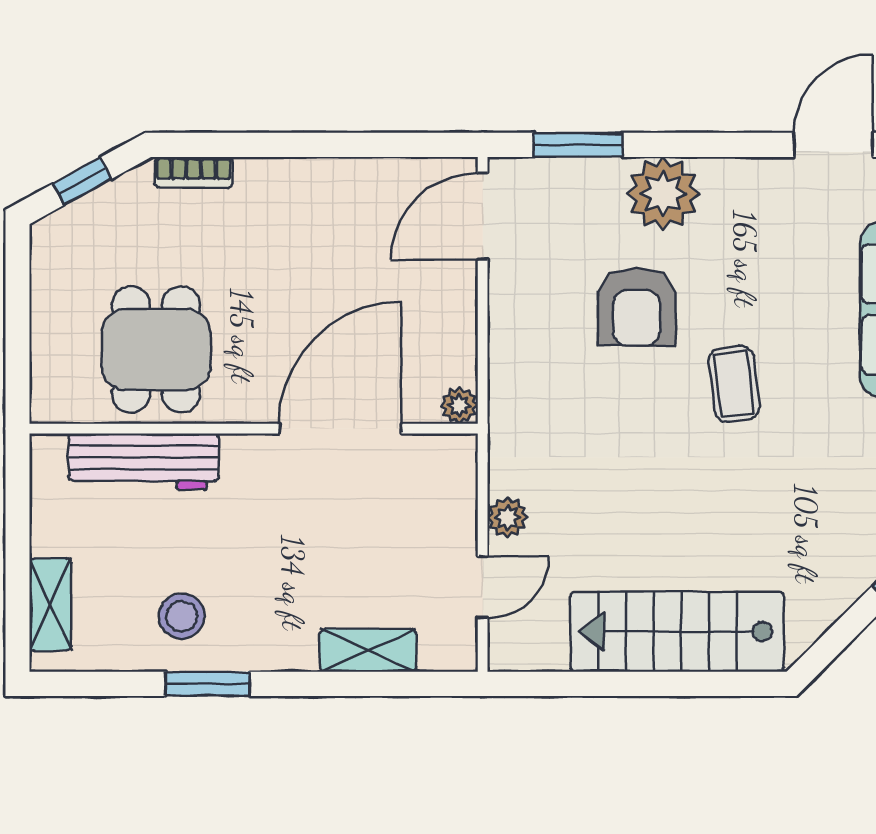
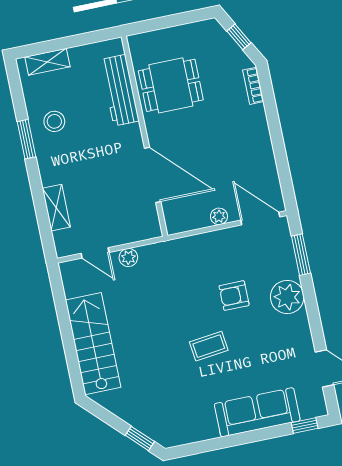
armchair: (636, 307) -> (234, 296), width x0.72, depth x0.72
plant: (459, 405) -> (219, 216), moved

